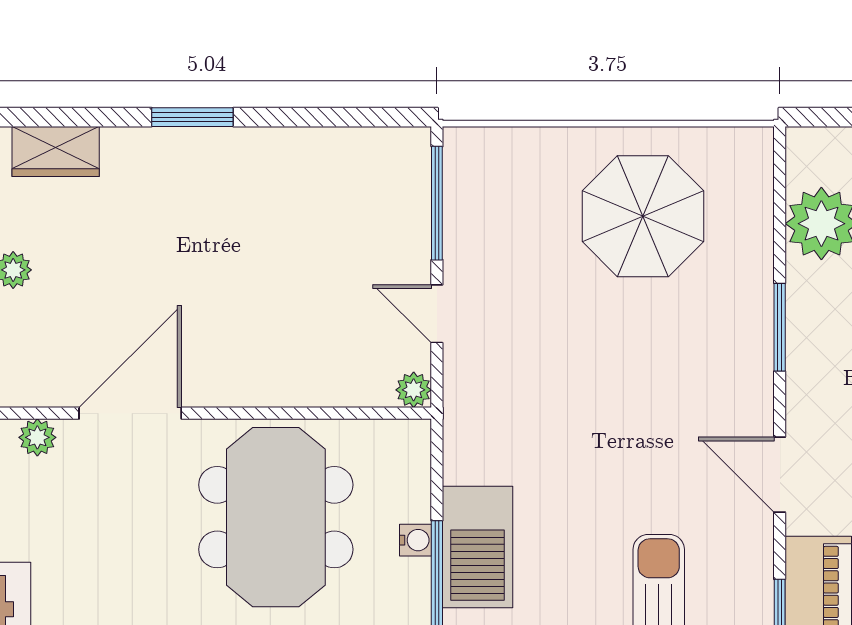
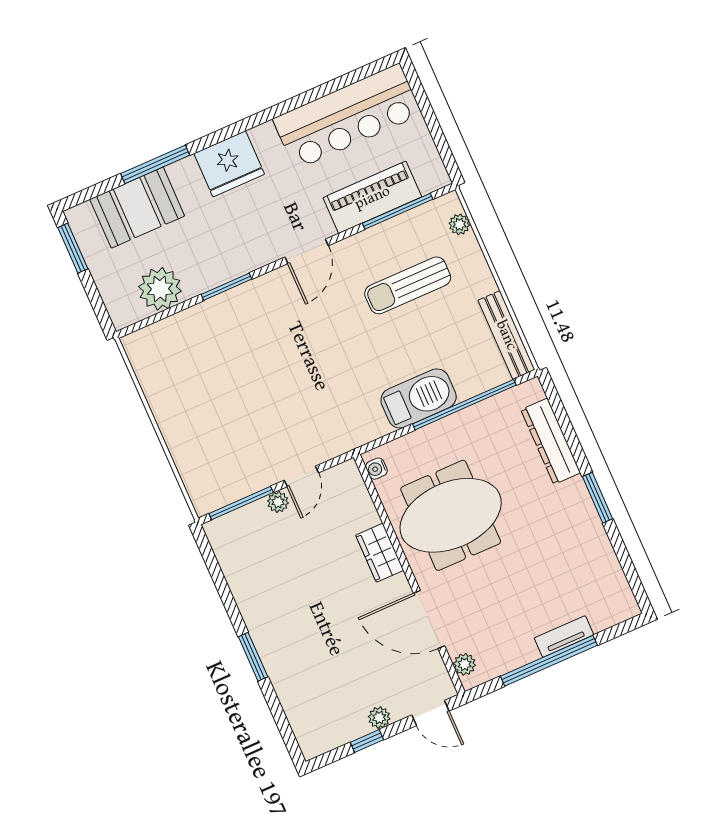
wardrobe: (56, 151) -> (380, 553), moved, turned 180
parasol: (643, 216) -> (199, 388), removed
plant: (414, 390) -> (278, 502), moved
water cooler: (416, 540) -> (376, 469), moved, turned -90

